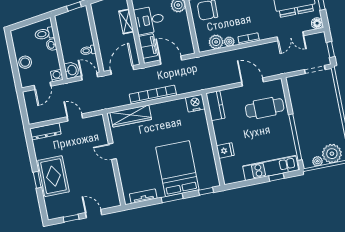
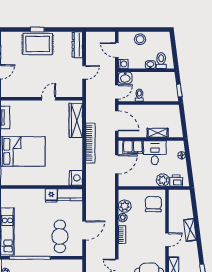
fridge: (225, 151) -> (51, 195), moved

